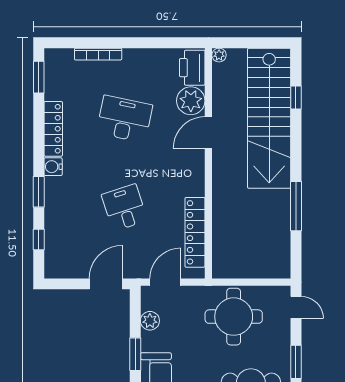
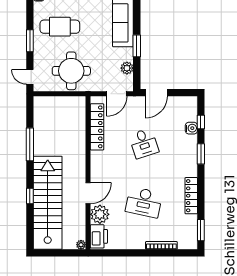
window: (296, 97) -> (30, 196), moved
water cooler: (53, 167) -> (191, 128), moved

